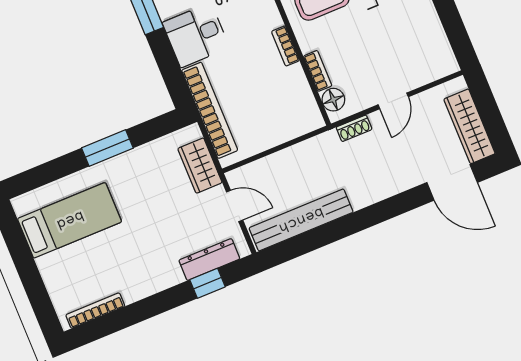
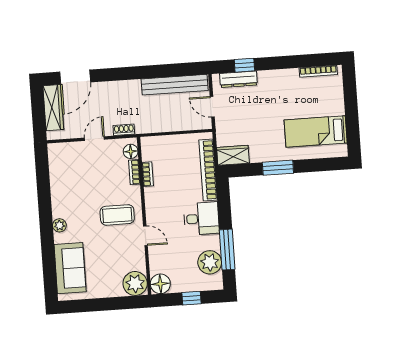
bookcase: (285, 46) -> (148, 174), moved
wardrobe: (200, 166) -> (233, 155), moved, turned -90
door: (452, 182) -> (75, 77), swing flipped

